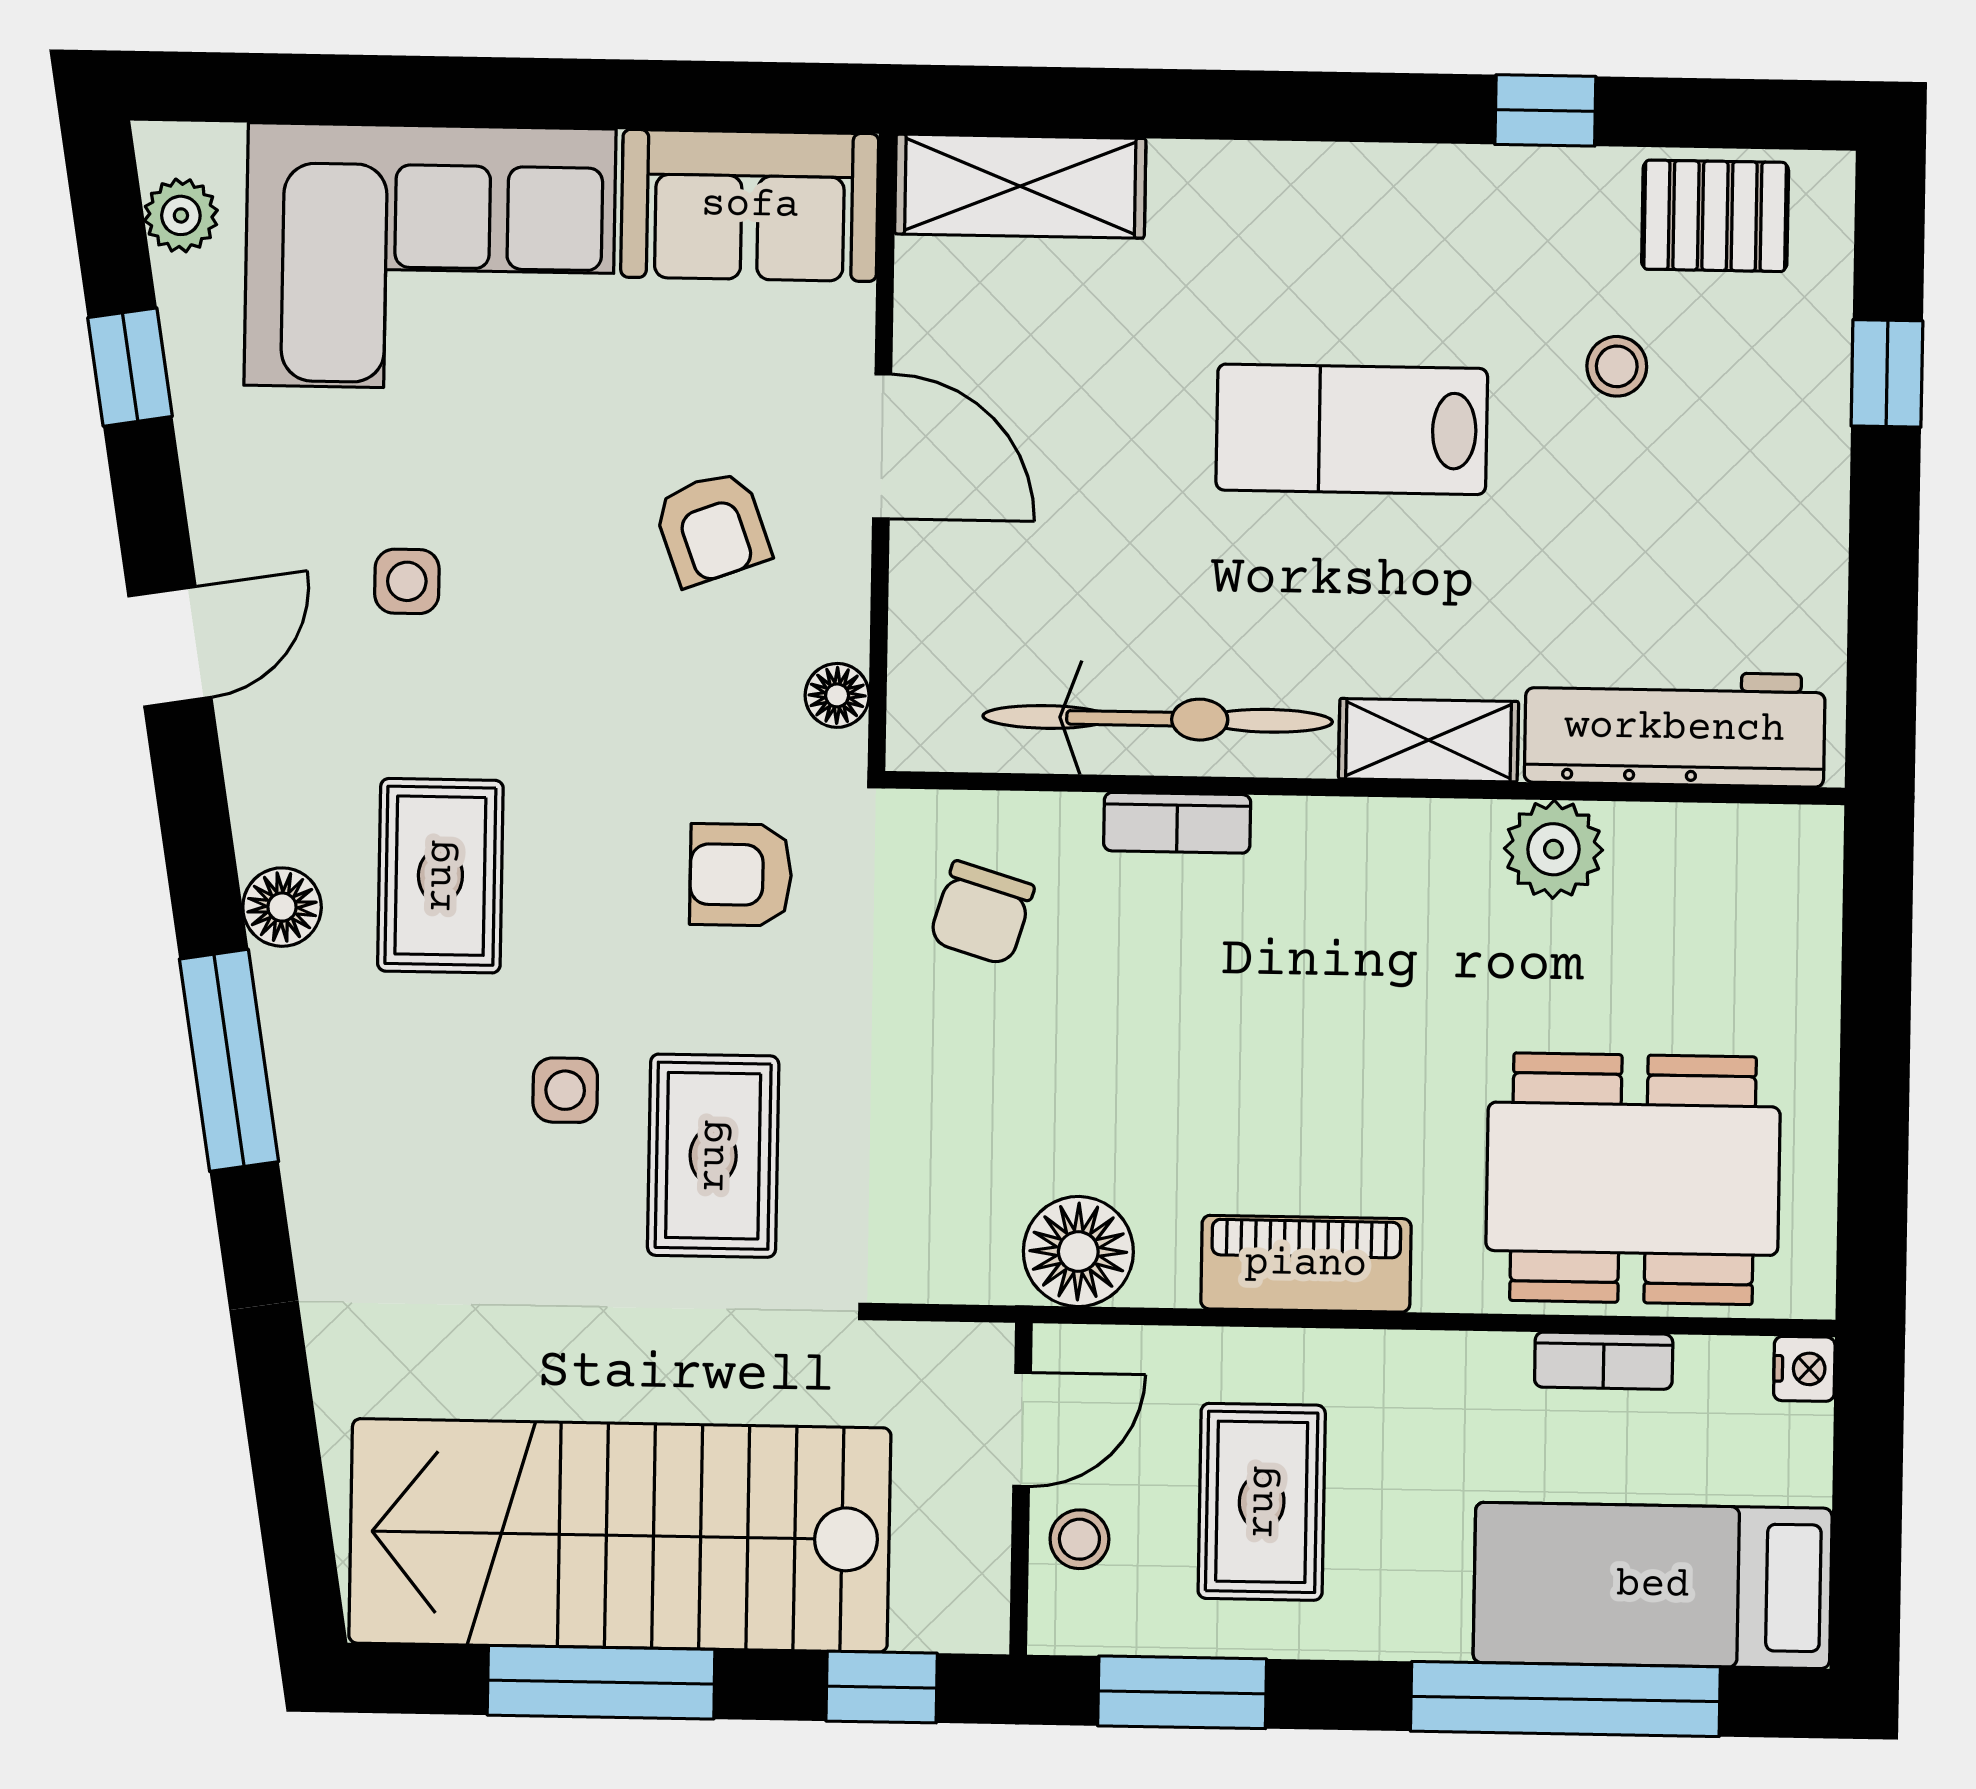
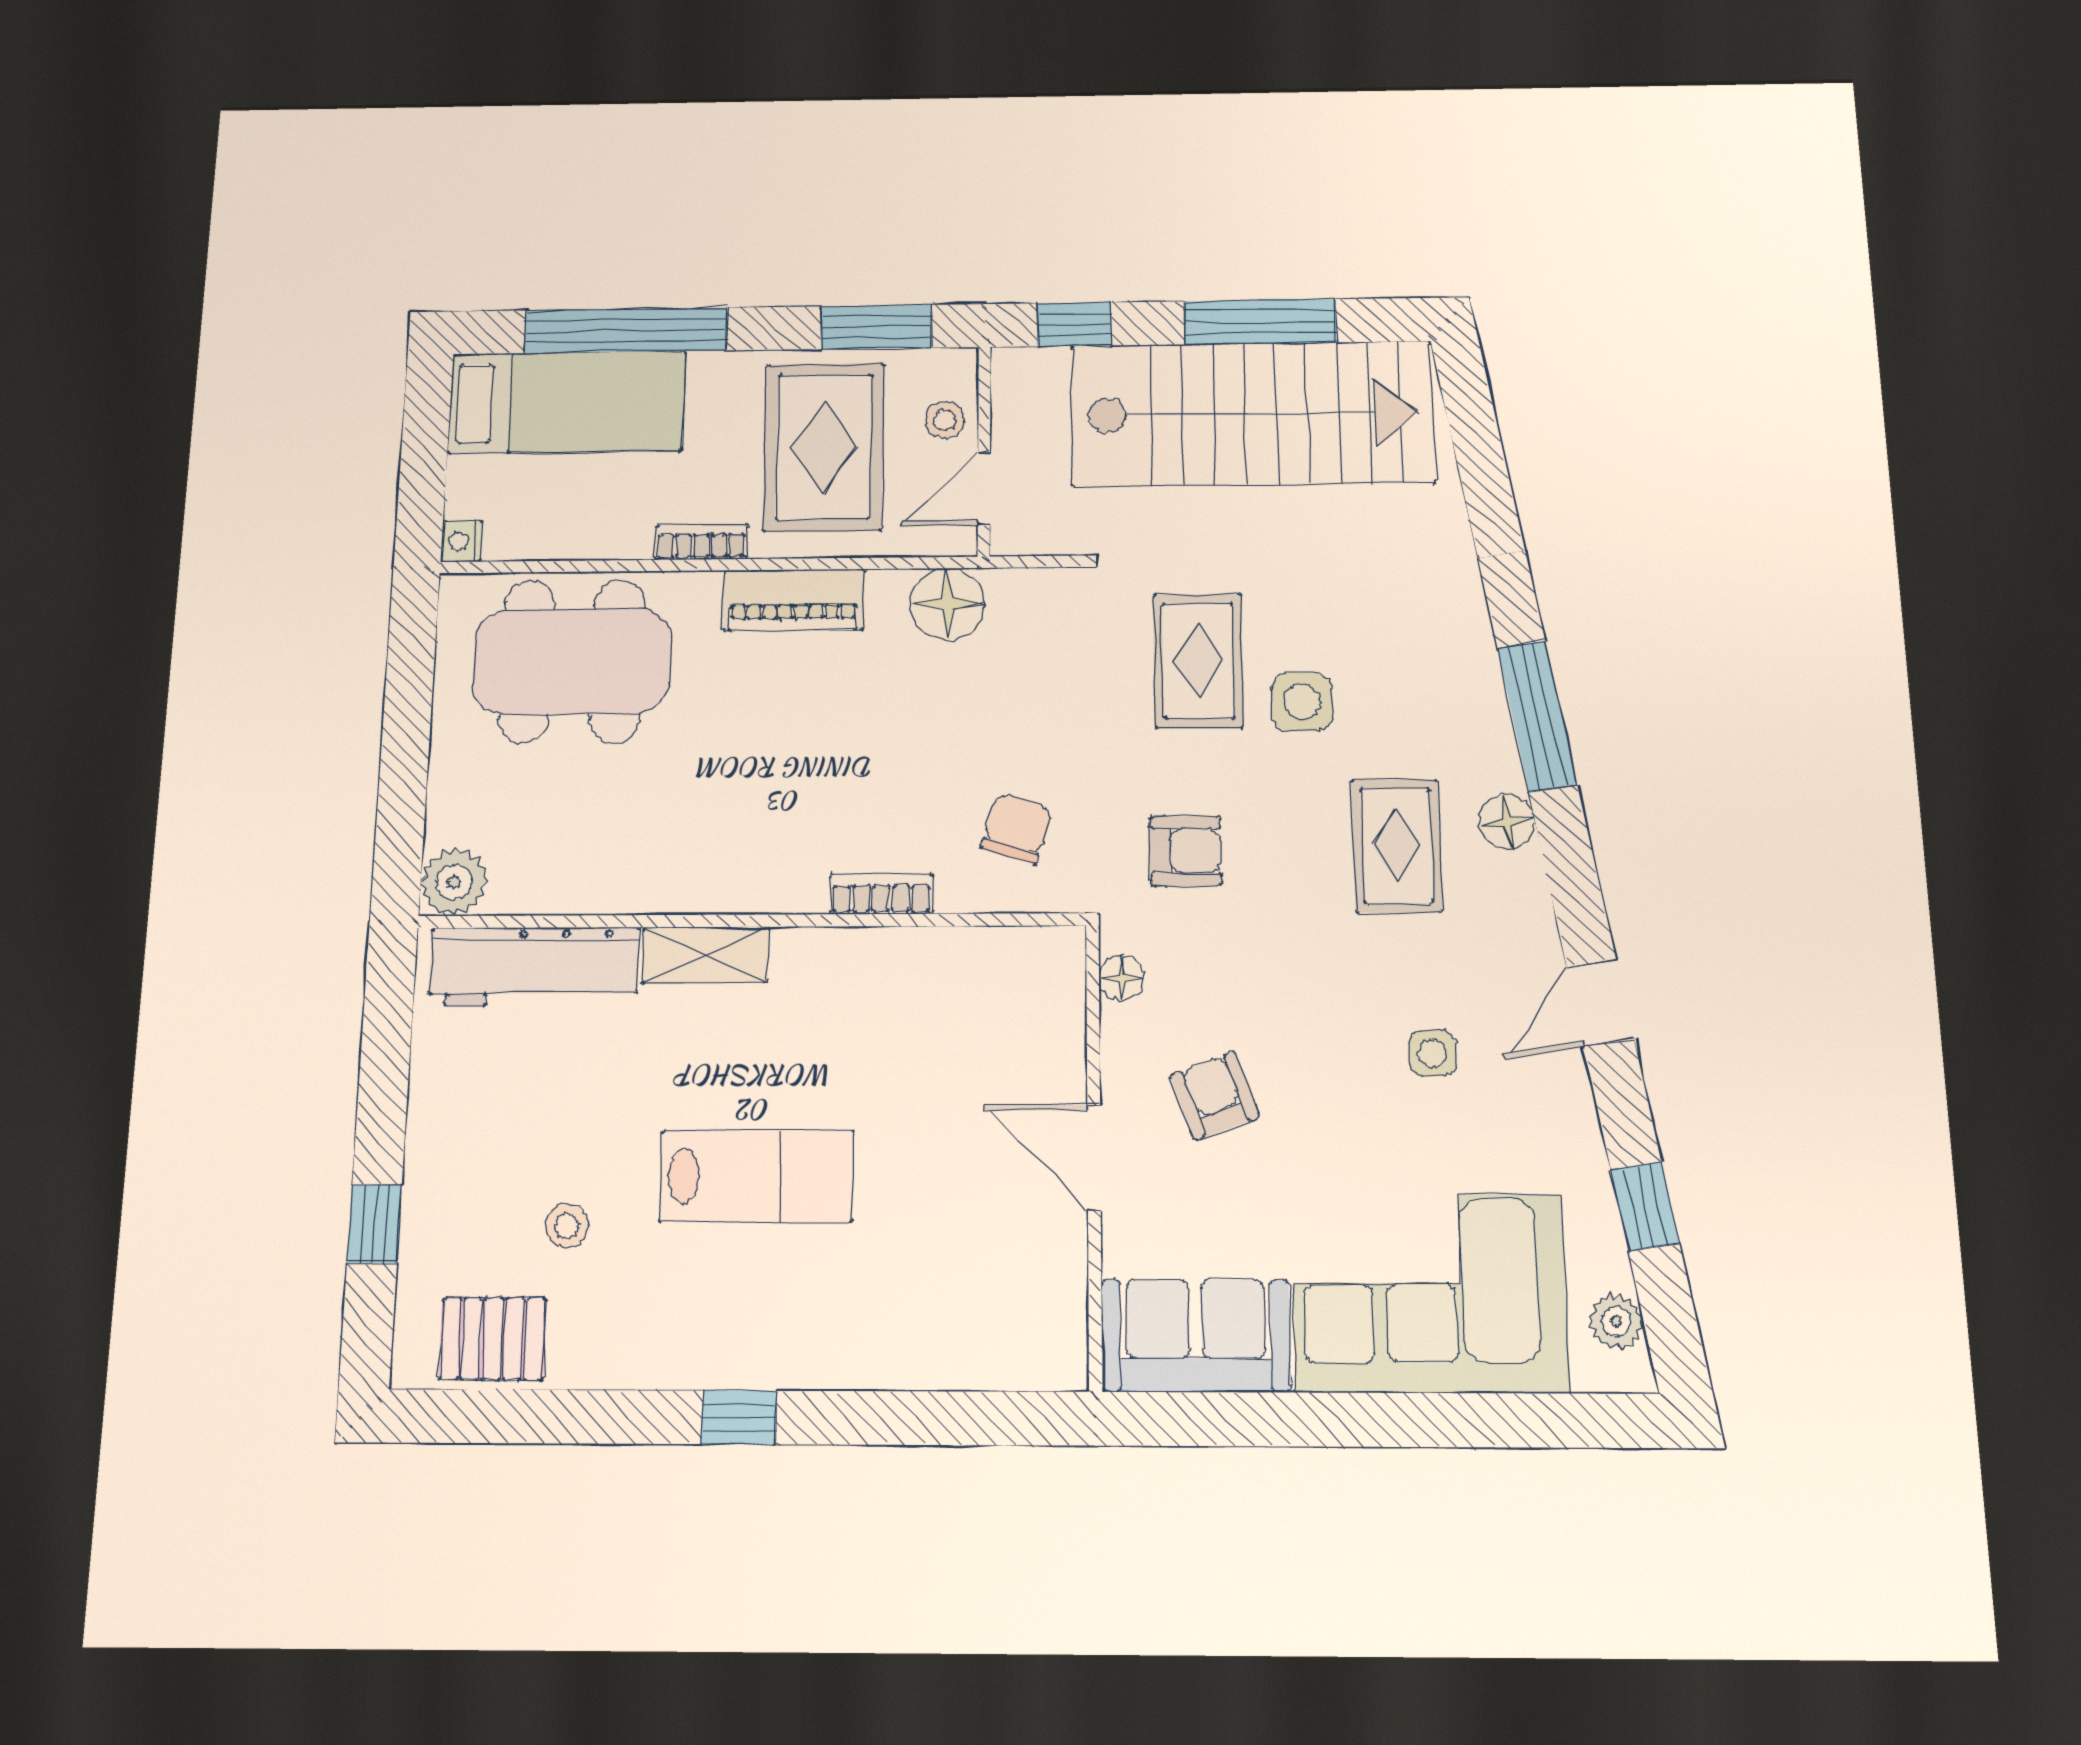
window: (1545, 110) -> (739, 1417), moved
shelving: (1020, 186) -> (997, 1353), removed
bicycle: (1158, 719) -> (895, 966), removed
plant: (1553, 849) -> (454, 882), moved
side table: (565, 1090) -> (1302, 702), width x1.37, depth x1.37
bookcase: (1604, 1361) -> (701, 542), moved
rug: (1262, 1502) -> (824, 447), width x1.36, depth x1.43

